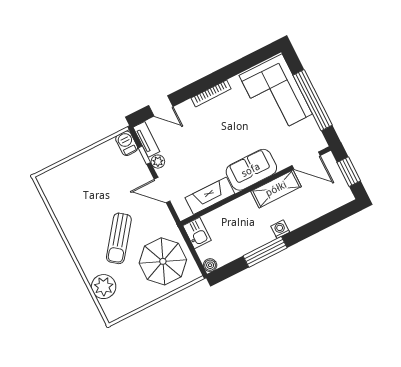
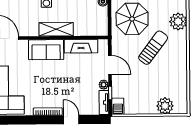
door: (161, 106) -> (71, 120), moved
plant: (68, 173) -> (165, 106), added
shelving: (276, 189) -> (56, 29), moved
kitchen sink: (197, 233) -> (101, 26), removed

